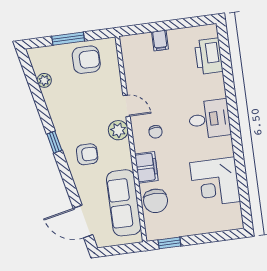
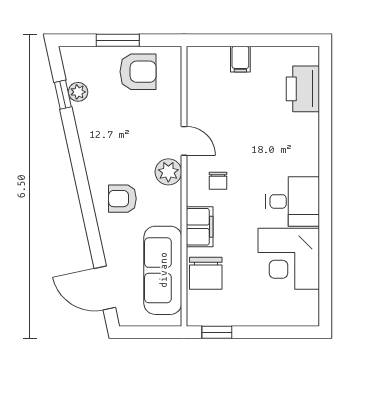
desk: (209, 119) -> (293, 201), moved
window: (54, 142) -> (63, 95), moved
armchair: (87, 154) -> (122, 199), turned 180

